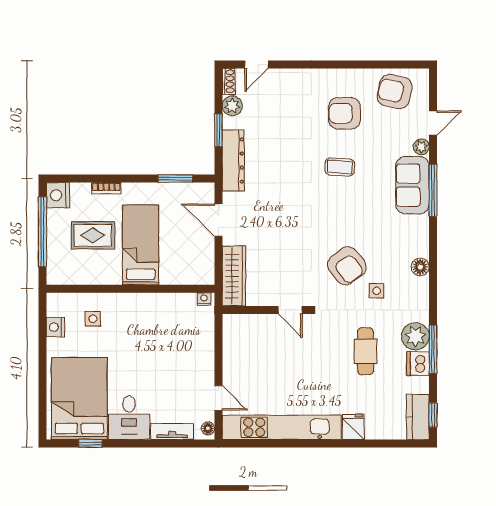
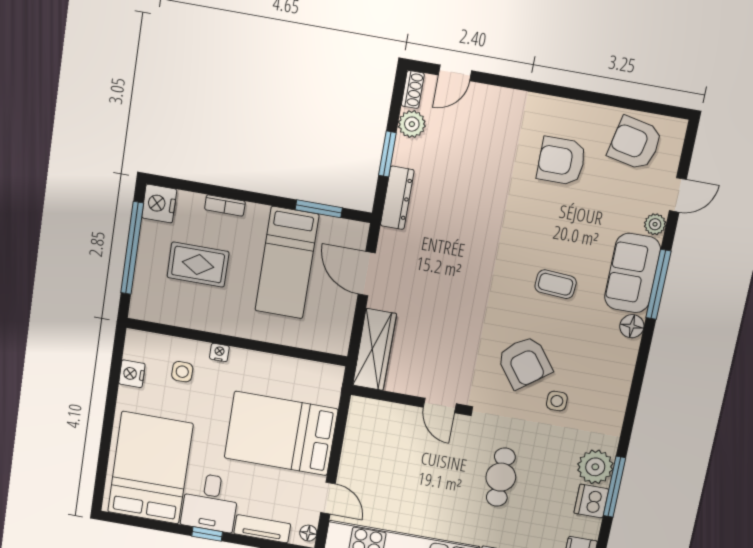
dresser: (233, 161) -> (397, 198), width x0.73, depth x0.80
coffee table: (340, 167) -> (556, 284), moved
bed: (141, 245) -> (287, 263), moved, turned 180
floor lamp: (420, 267) -> (632, 326), moved
nightstand: (204, 299) -> (219, 352), moved
cafe table: (365, 351) -> (501, 477), moved
bed: (175, 353) -> (281, 433), added
window: (90, 443) -> (207, 534), moved

